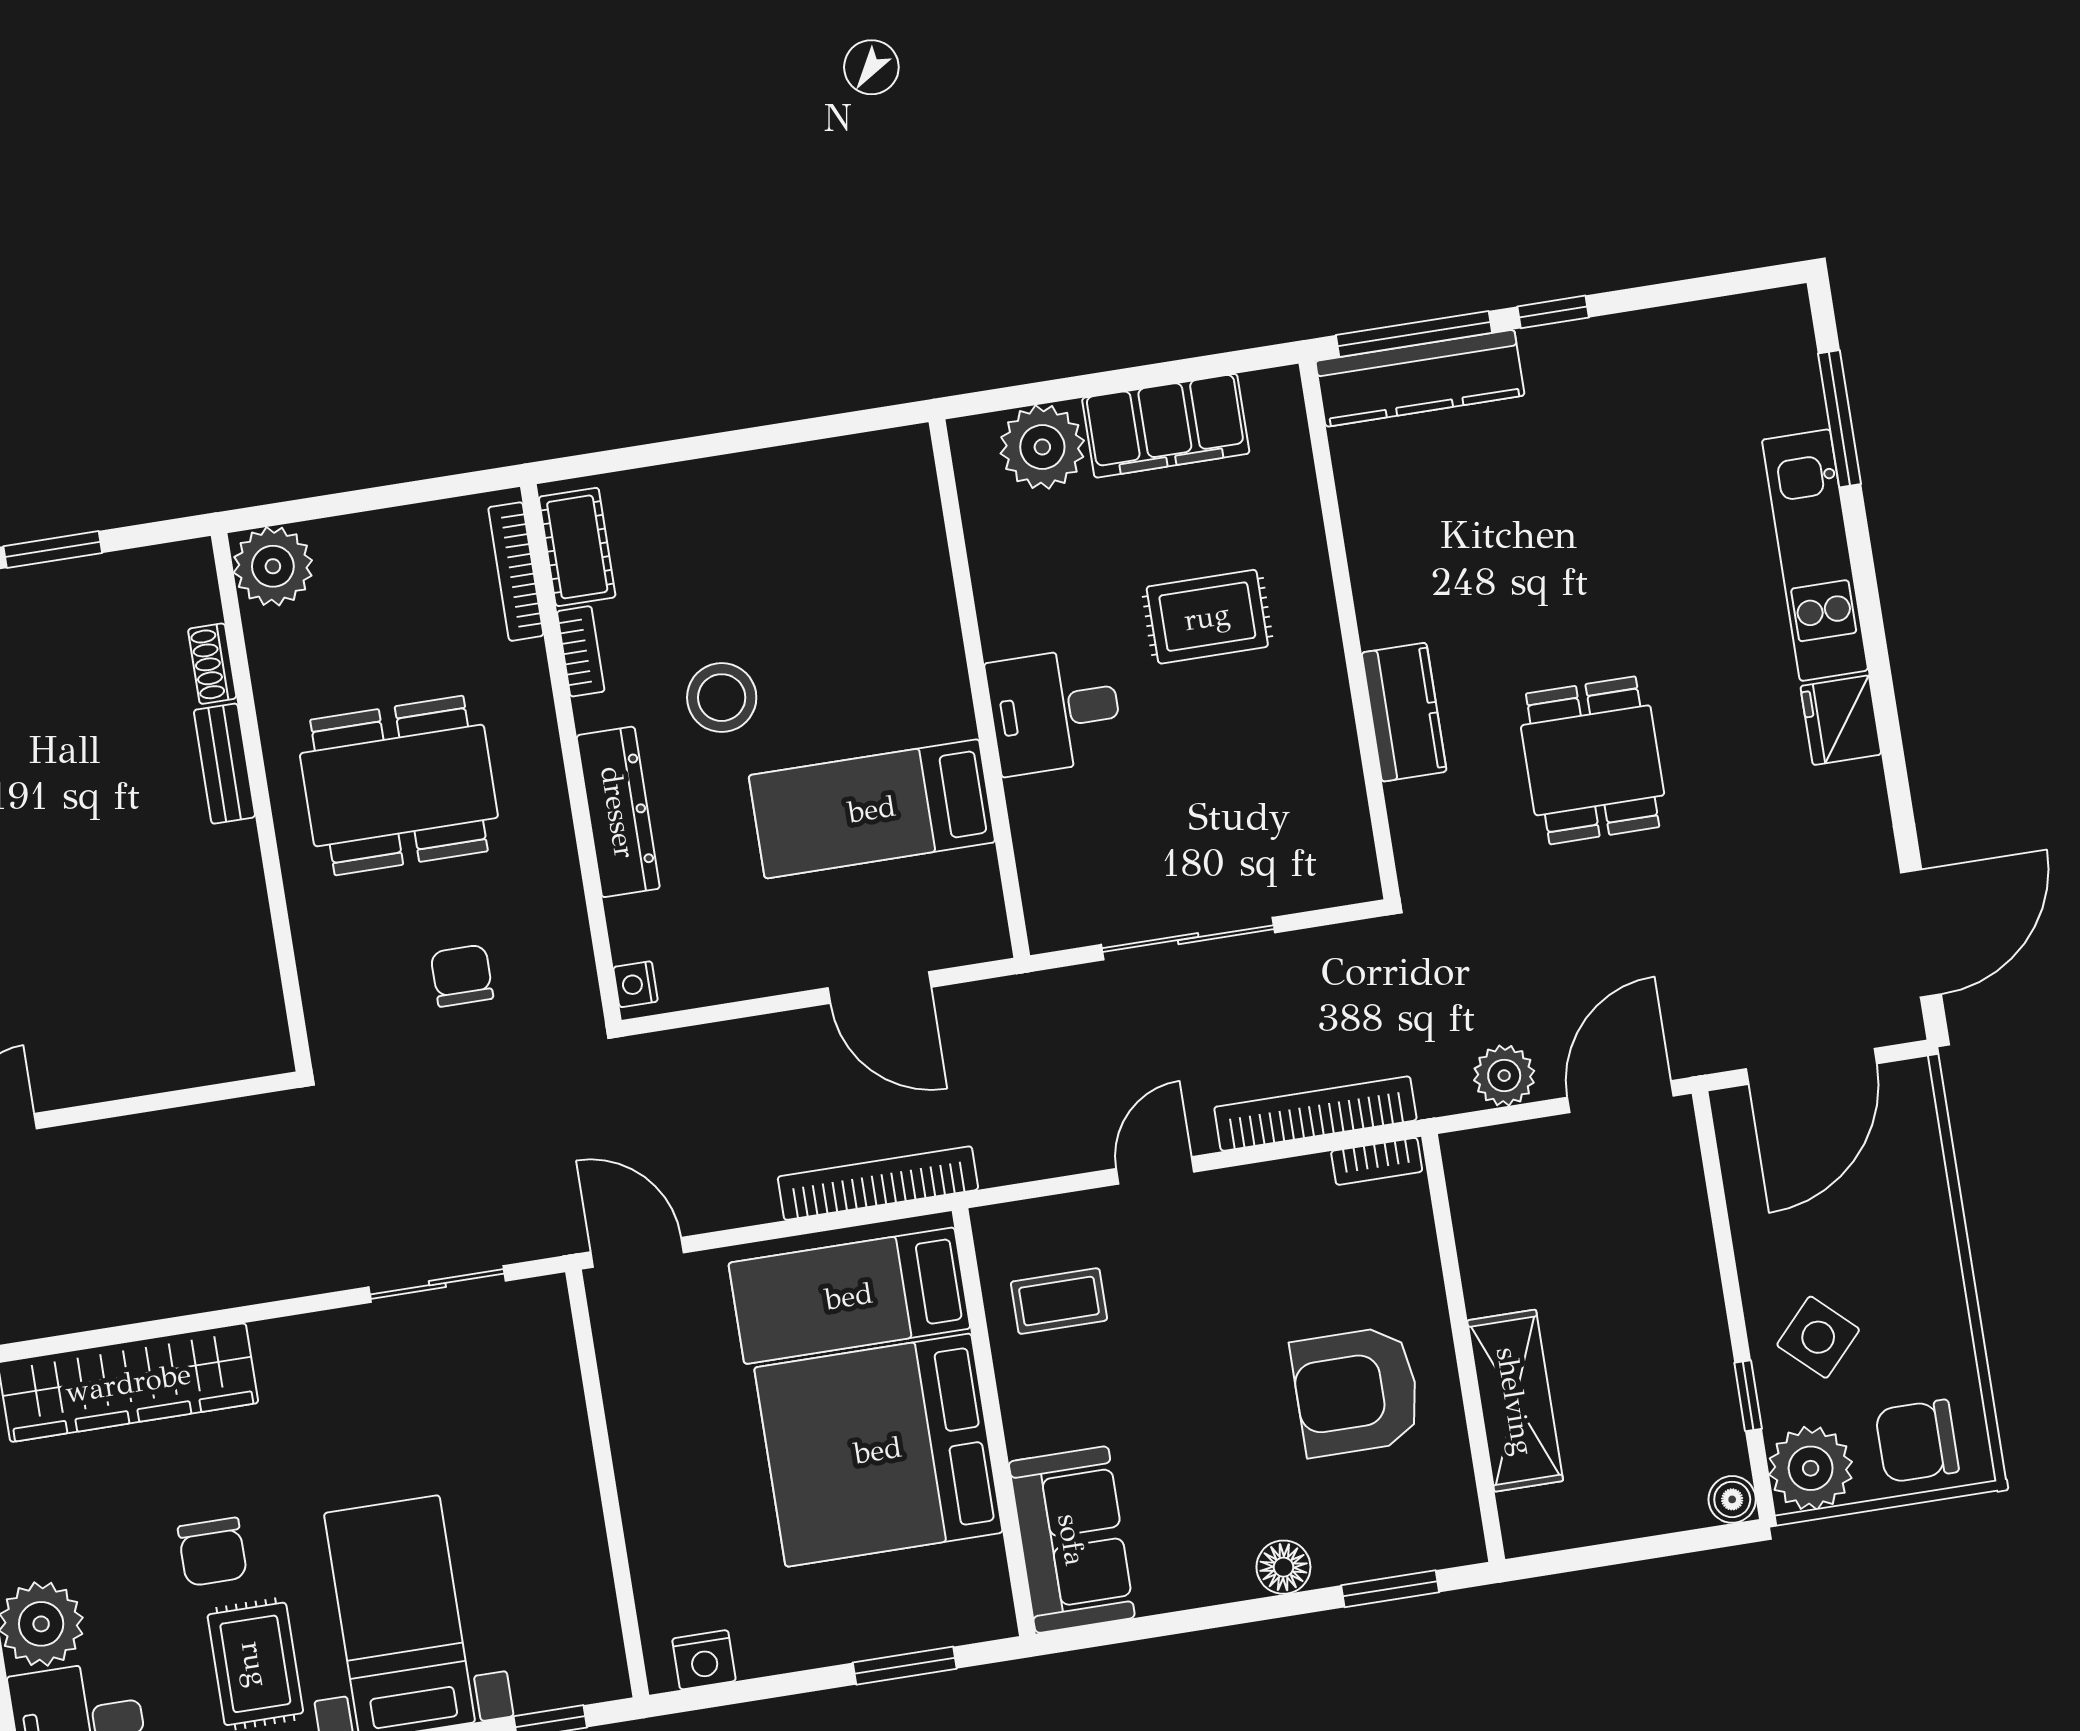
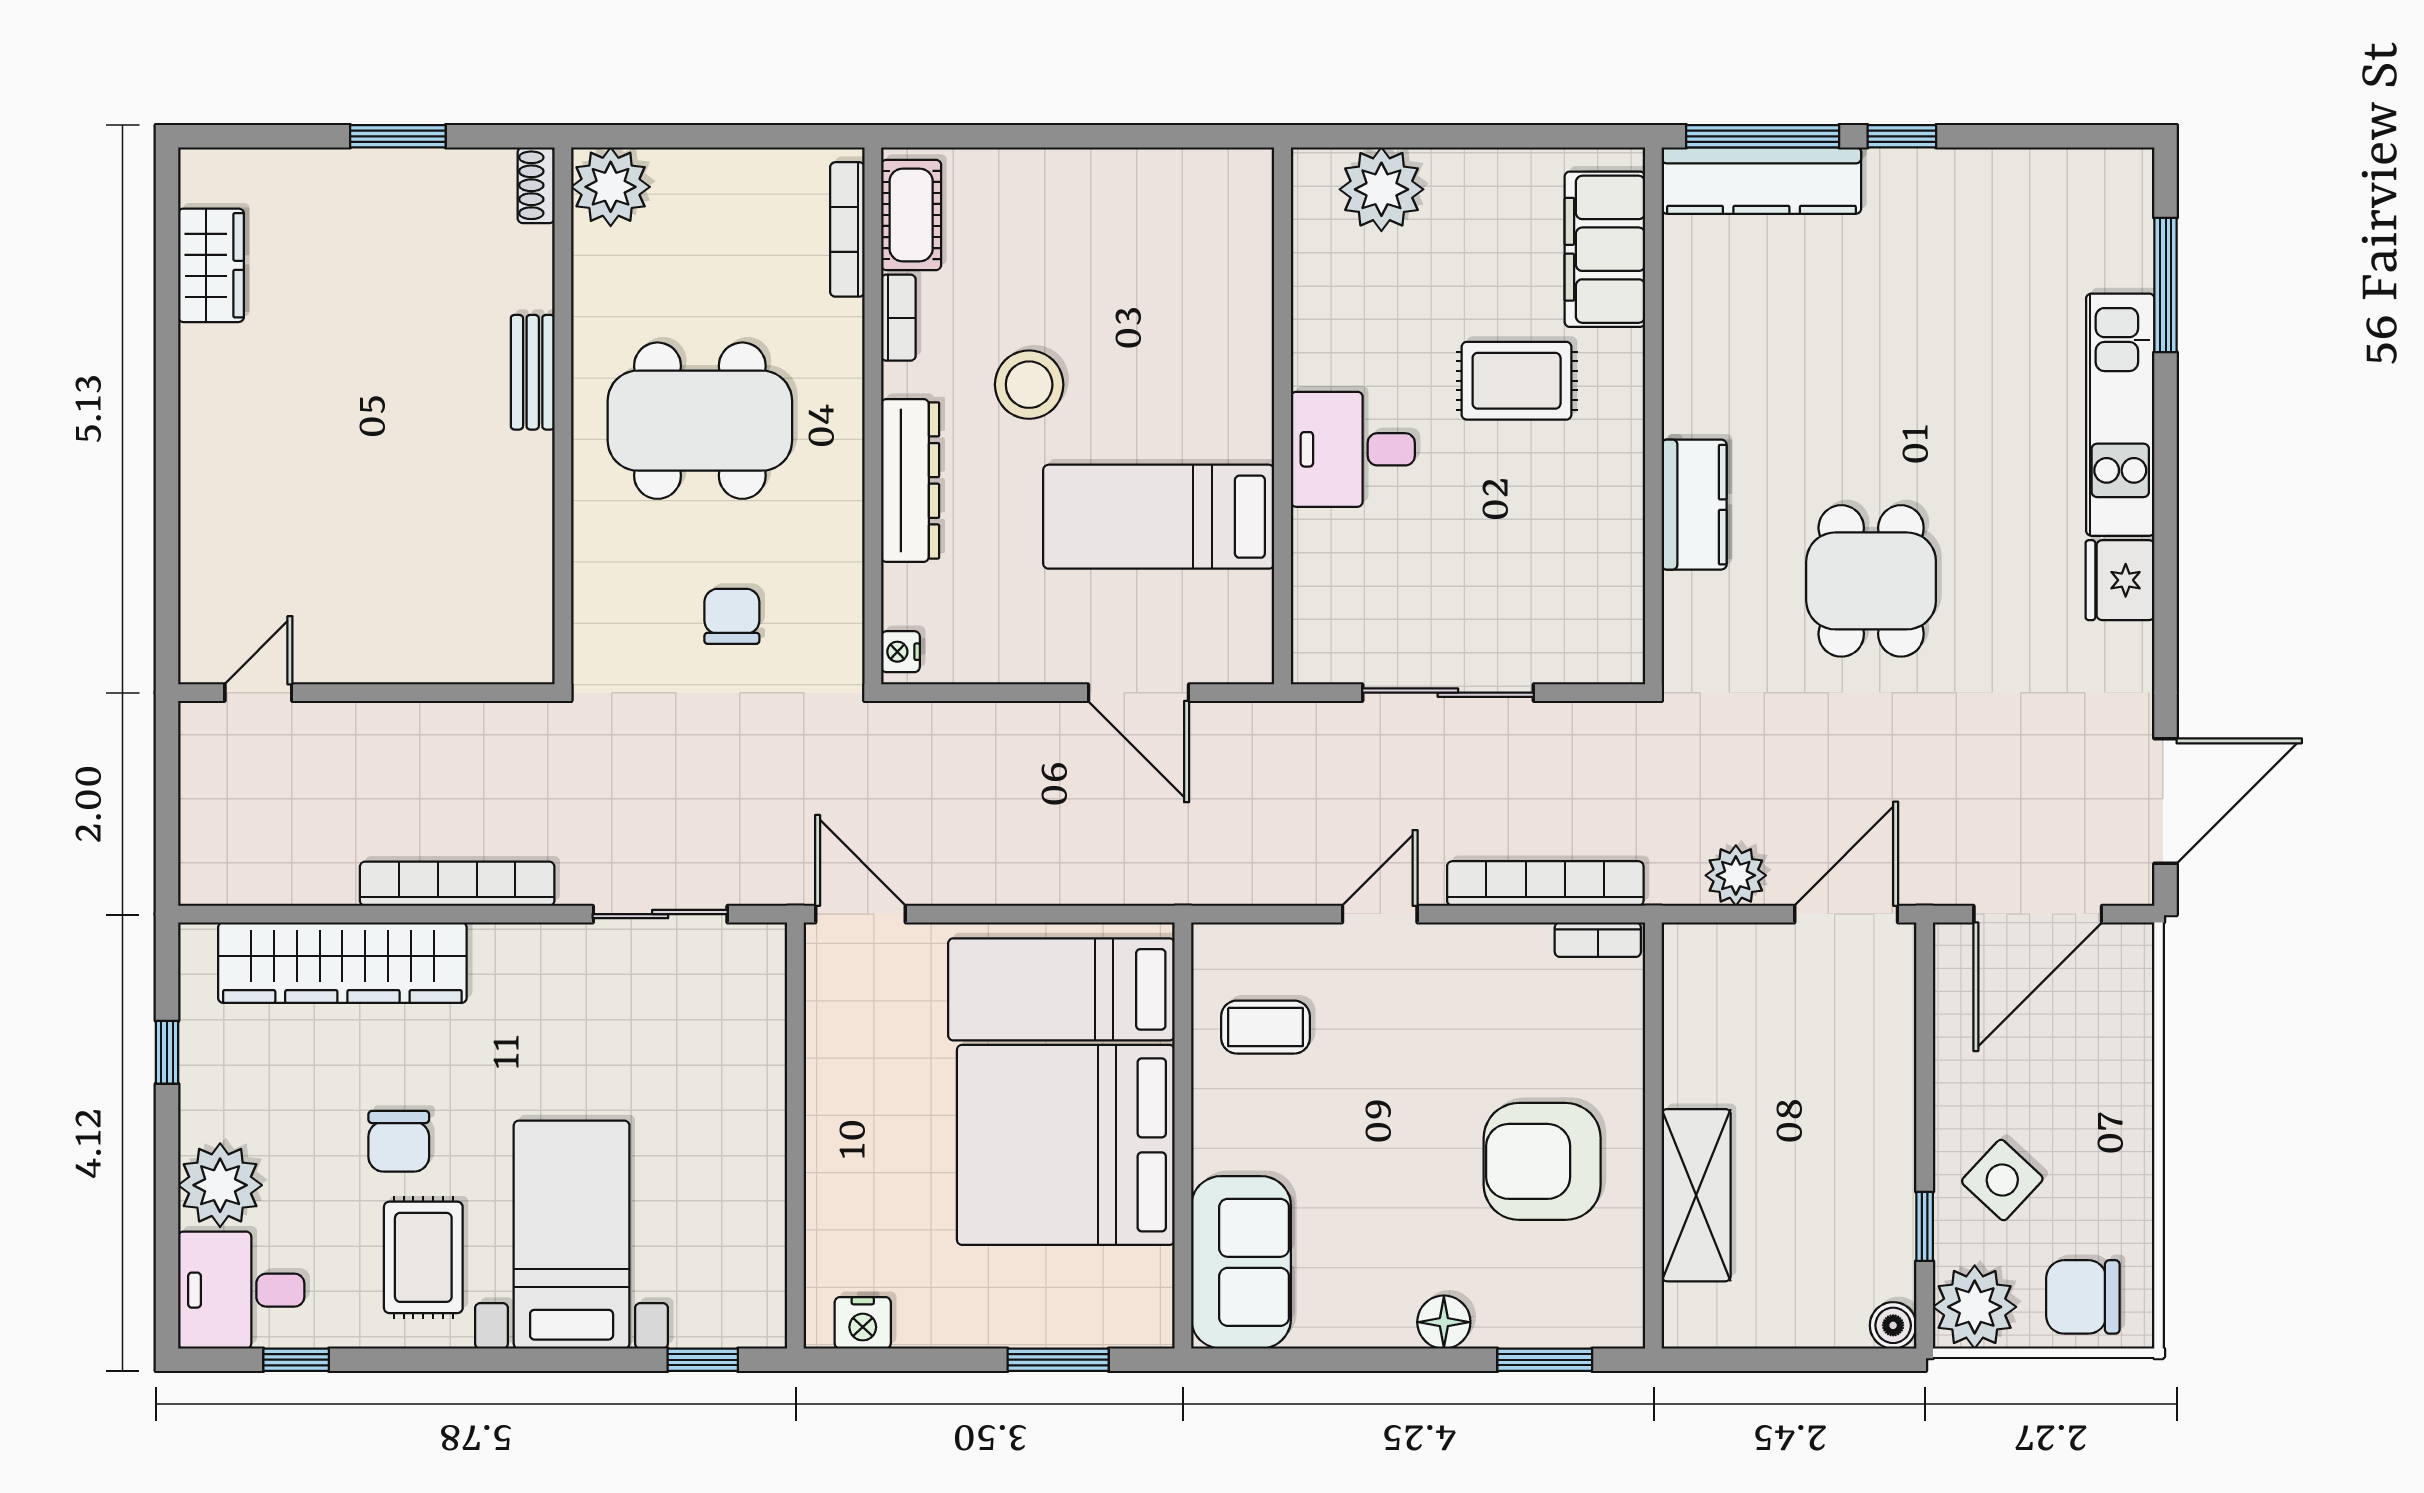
filing cabinet: (1166, 426) -> (1605, 249), moved, turned 90
shoe rack: (212, 664) -> (536, 185), moved
bookcase: (878, 1183) -> (457, 884), moved

